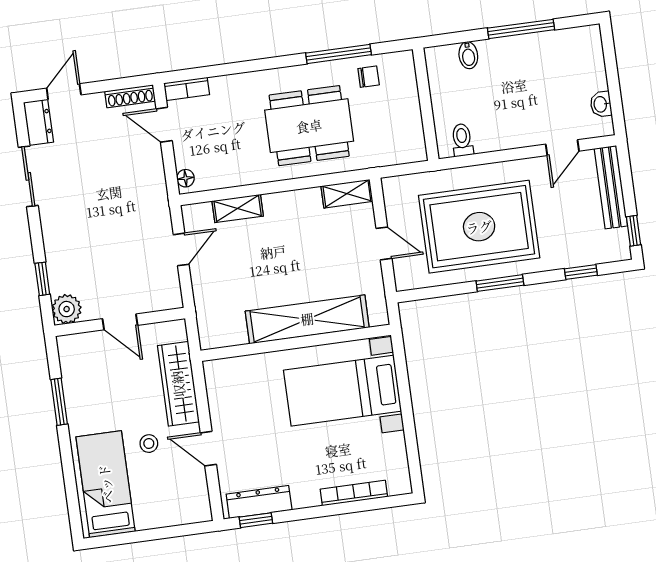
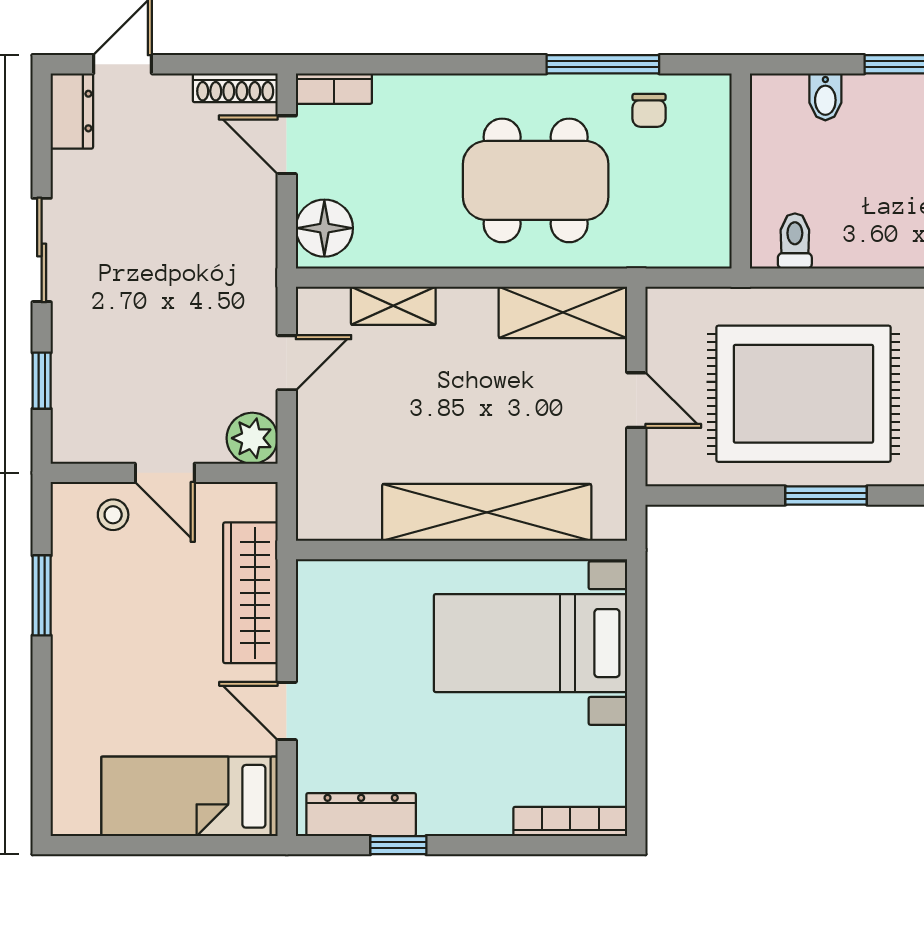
chair: (369, 77) -> (649, 110), turned 90
sliding door: (28, 176) -> (42, 250), moved
floor lamp: (185, 178) -> (324, 228), width x1.89, depth x1.89
shelving: (347, 194) -> (563, 312), width x1.50, depth x1.33
plant: (67, 309) -> (252, 438), moved
stool: (149, 444) -> (113, 515), moved
bed: (106, 484) -> (189, 796), moved, turned -90
bookcase: (354, 493) -> (570, 821), moved
window: (256, 520) -> (398, 845), moved

